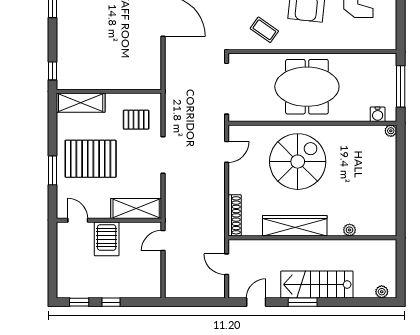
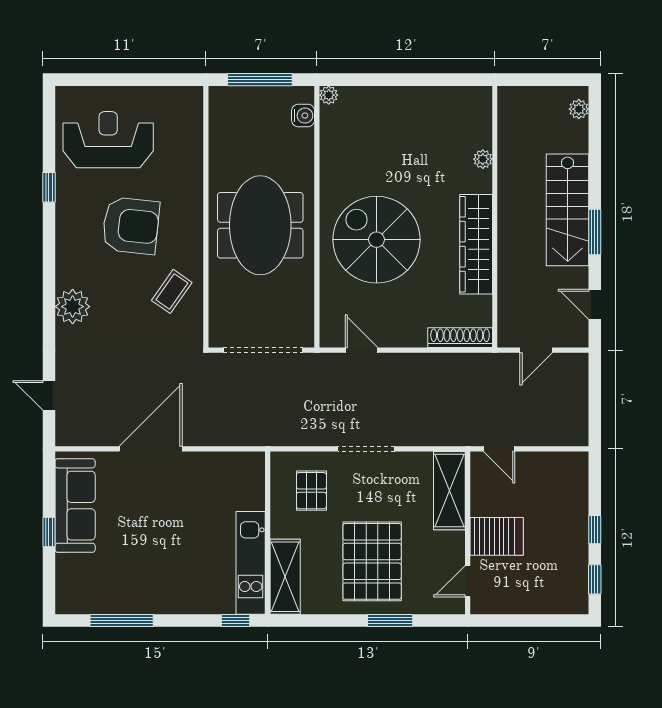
kitchen unit: (90, 80) -> (251, 563), added

